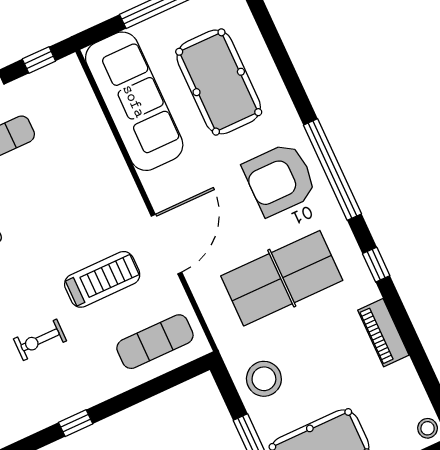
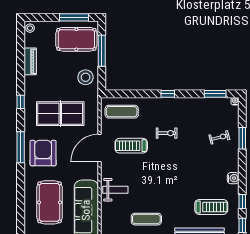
window: (332, 170) -> (21, 147), width x0.68
weight bench: (93, 172) -> (115, 190), added
armchair: (280, 179) -> (43, 153), turned -90
piano: (383, 333) -> (30, 61), moved

